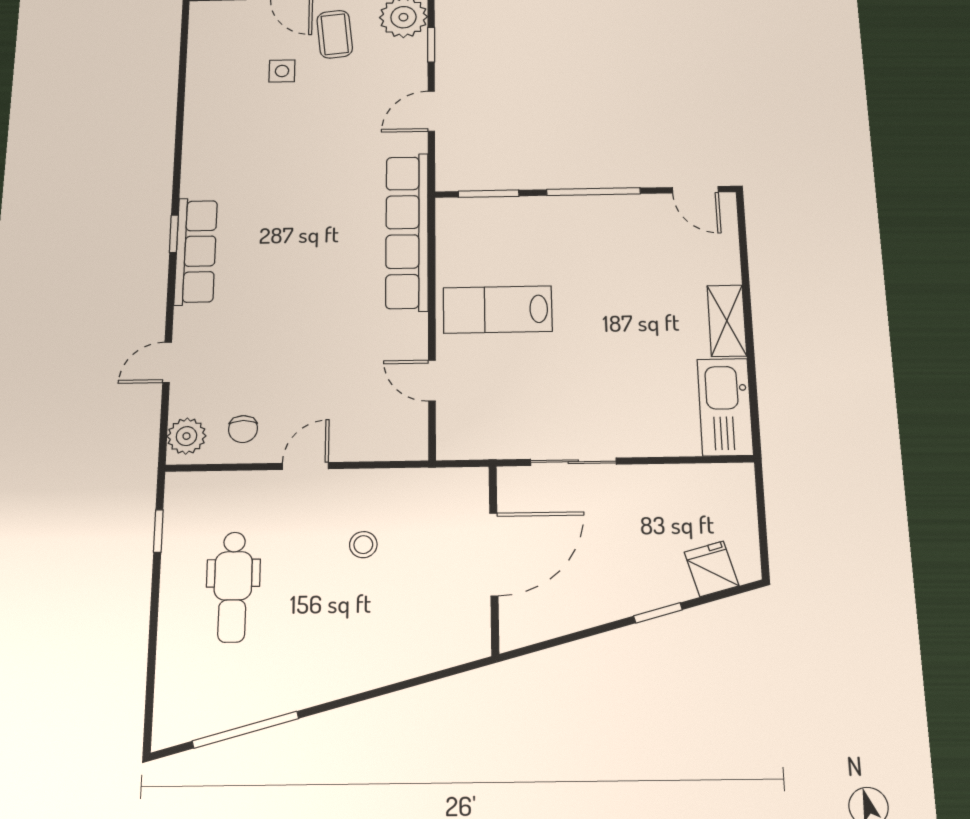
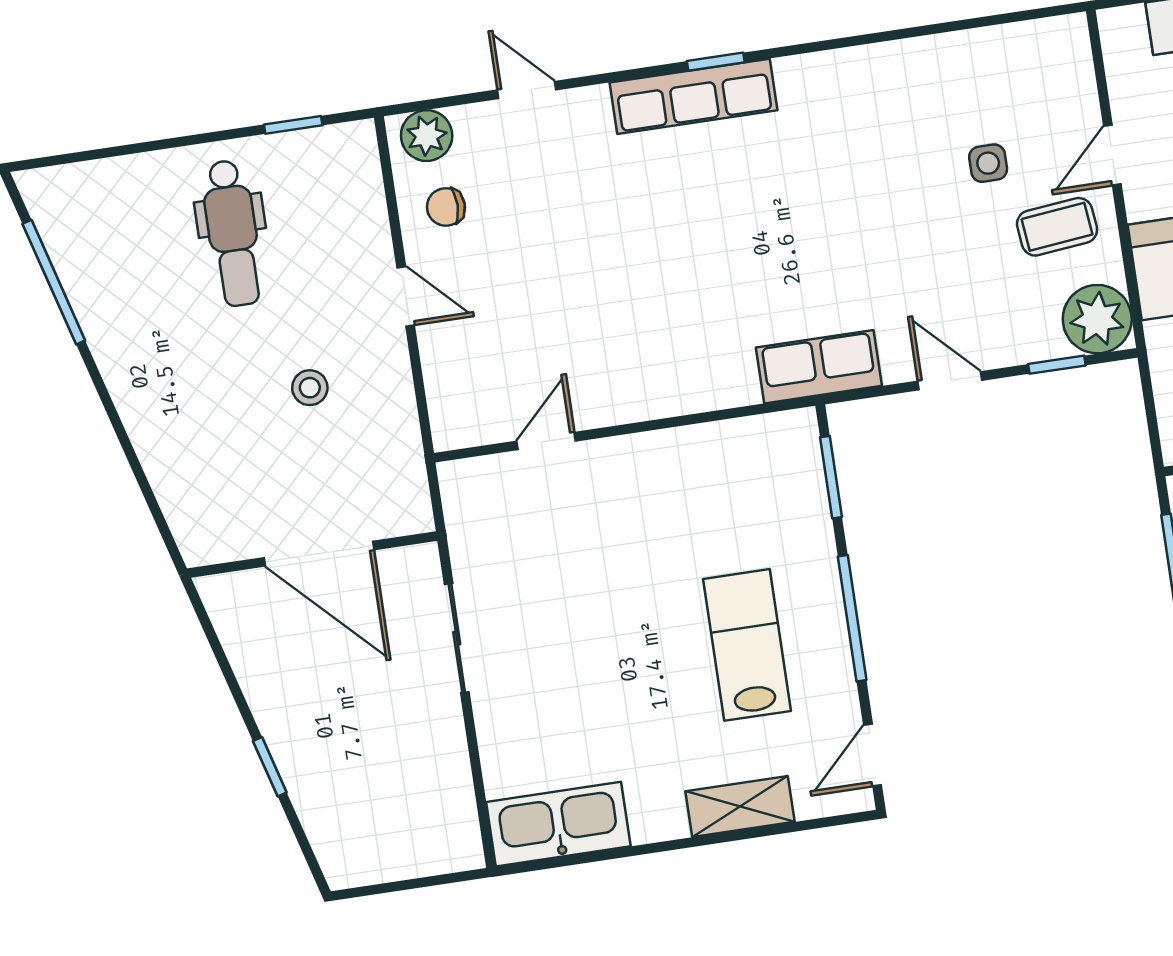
row of seats: (407, 232) -> (819, 367), width x0.50
lab bench: (498, 310) -> (747, 645), moved
shelving: (727, 321) -> (740, 807), moved
fridge: (712, 569) -> (336, 827), removed
dental chair: (233, 587) -> (233, 233), turned -90

